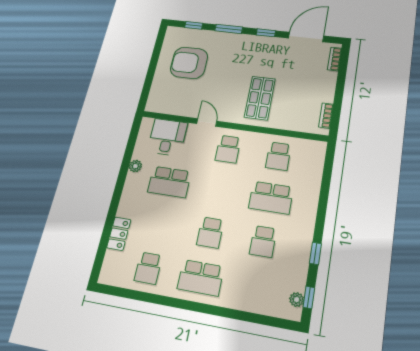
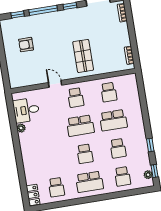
window: (229, 29) -> (43, 10), width x1.44
armchair: (189, 63) -> (26, 45), width x0.53, depth x0.53
desk: (167, 137) -> (26, 110), moved, turned -90
school desk: (169, 182) -> (80, 126), moved
locker: (119, 234) -> (33, 195), moved
school desk: (255, 288) -> (123, 176), added

